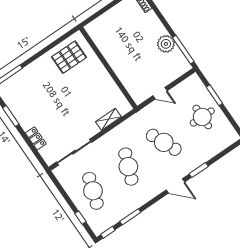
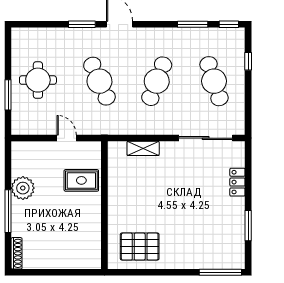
window: (183, 50) -> (8, 211), moved
rug: (133, 73) -> (81, 180), added
cafe table: (93, 191) -> (214, 81), turned -36

